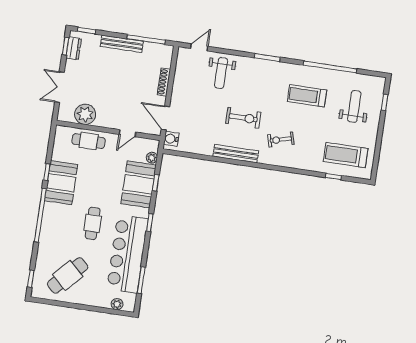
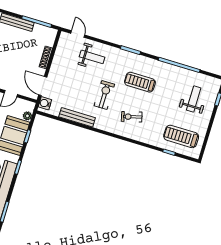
door: (199, 47) -> (78, 34), hinge flipped
weight bench: (221, 73) -> (92, 57), turned -90
treadmill: (307, 96) -> (140, 82), moved
exercise bike: (243, 118) -> (104, 95), turned -90
bench: (236, 154) -> (77, 117), moved

